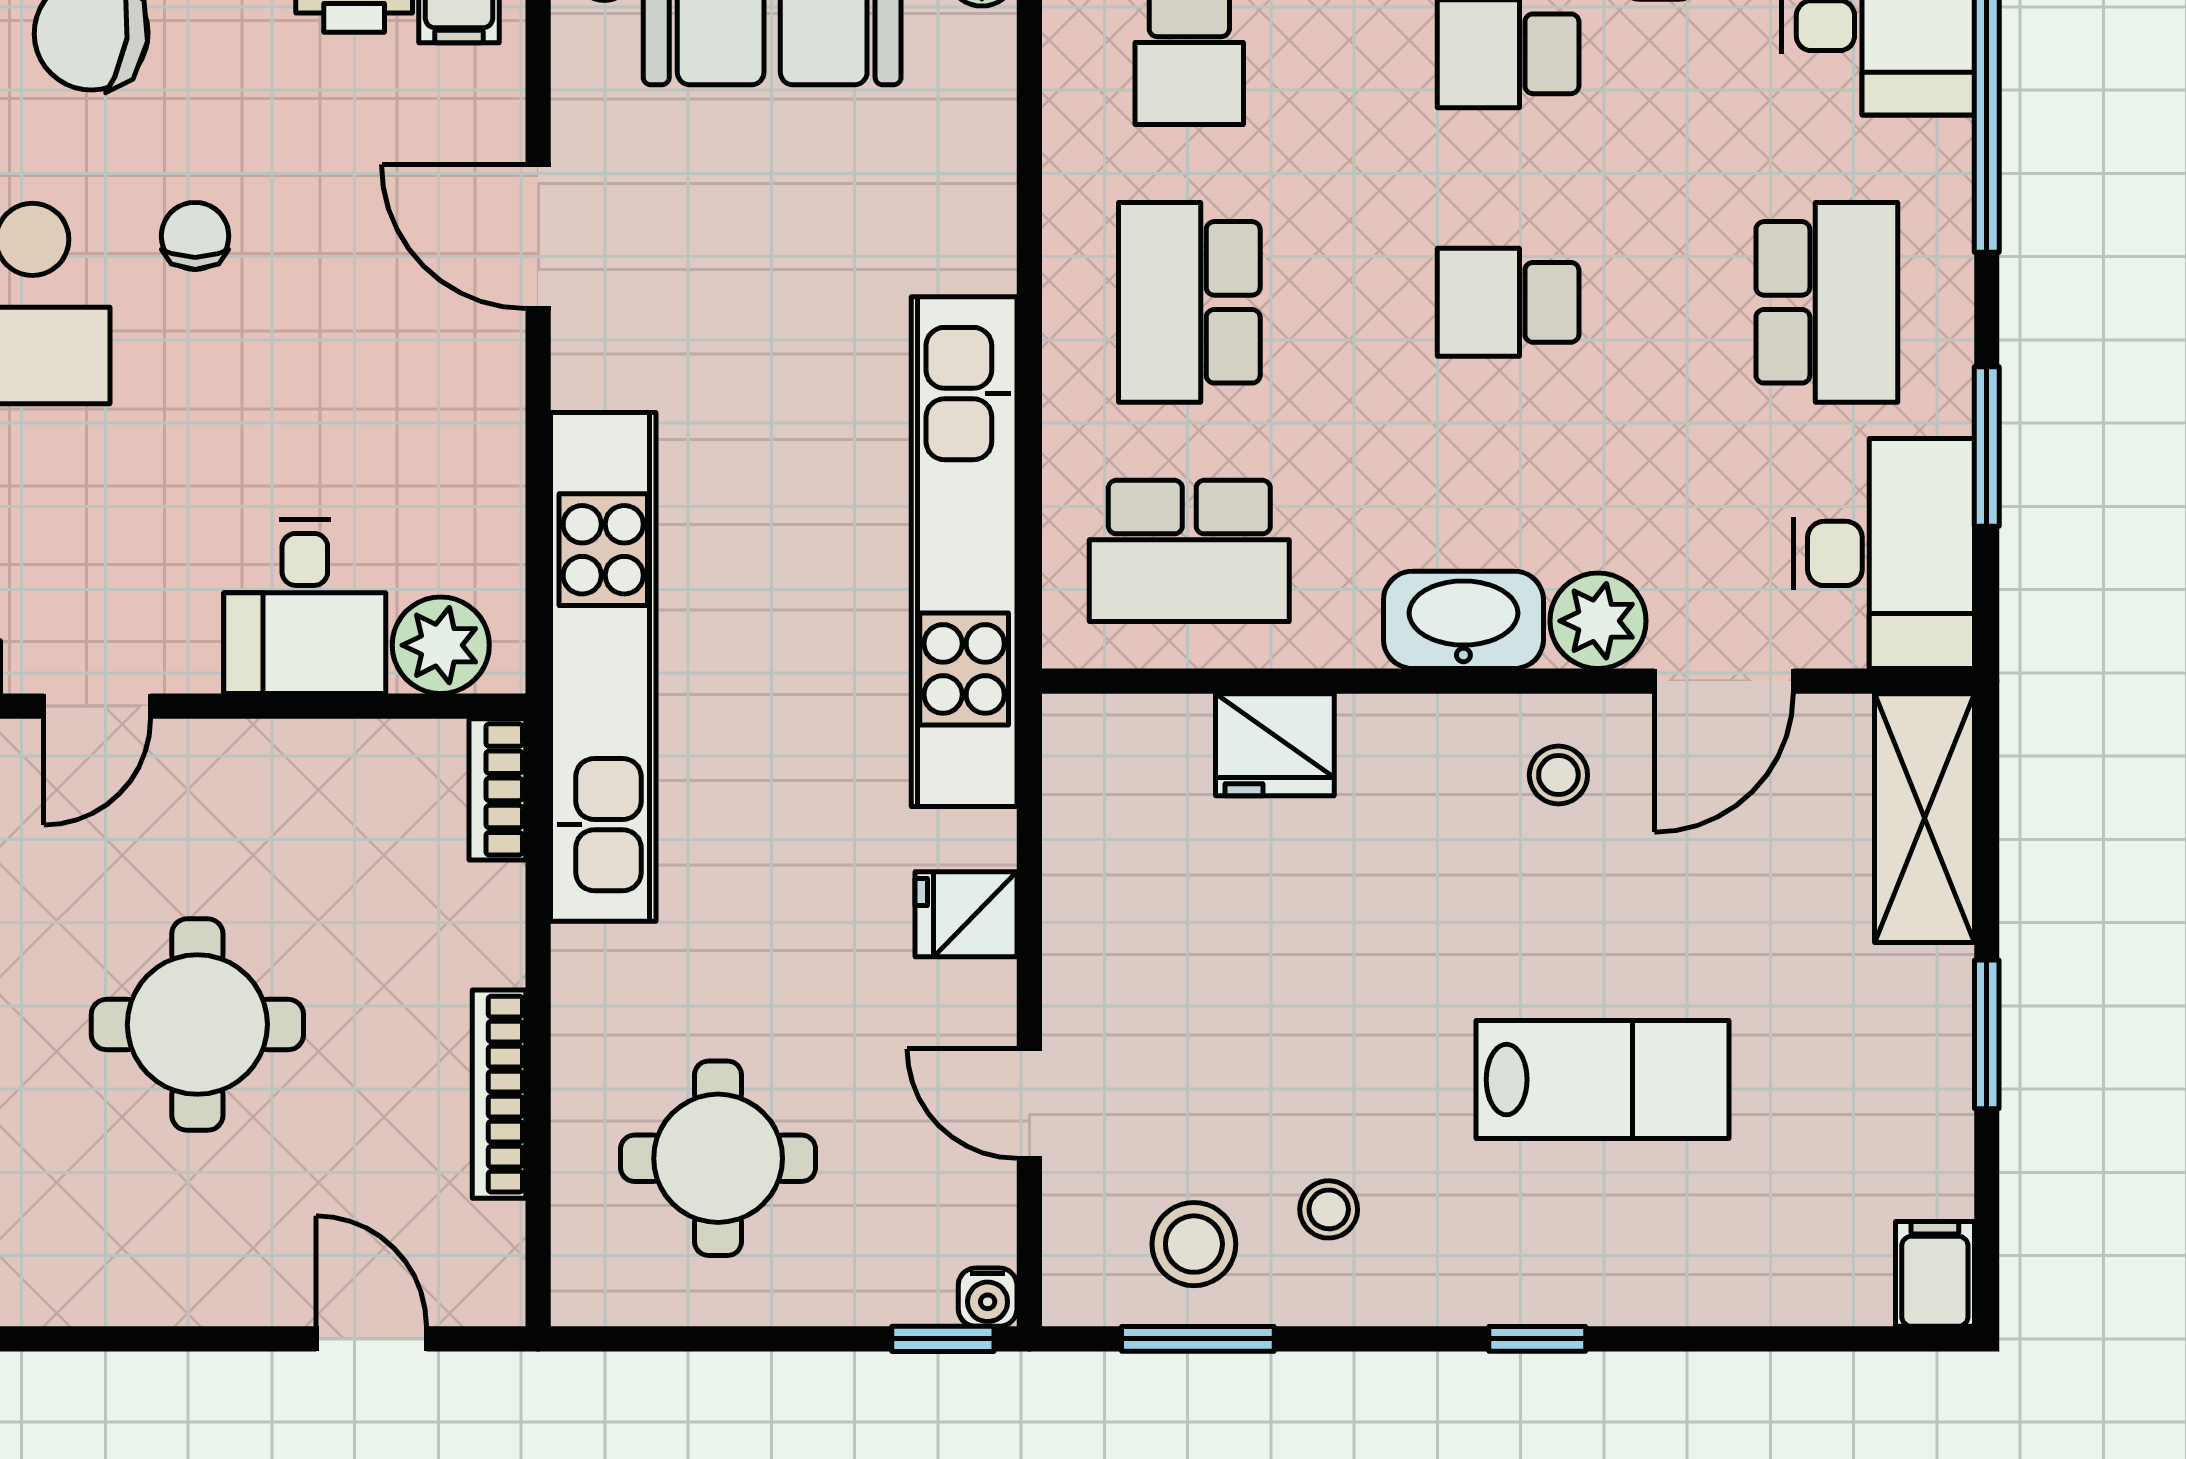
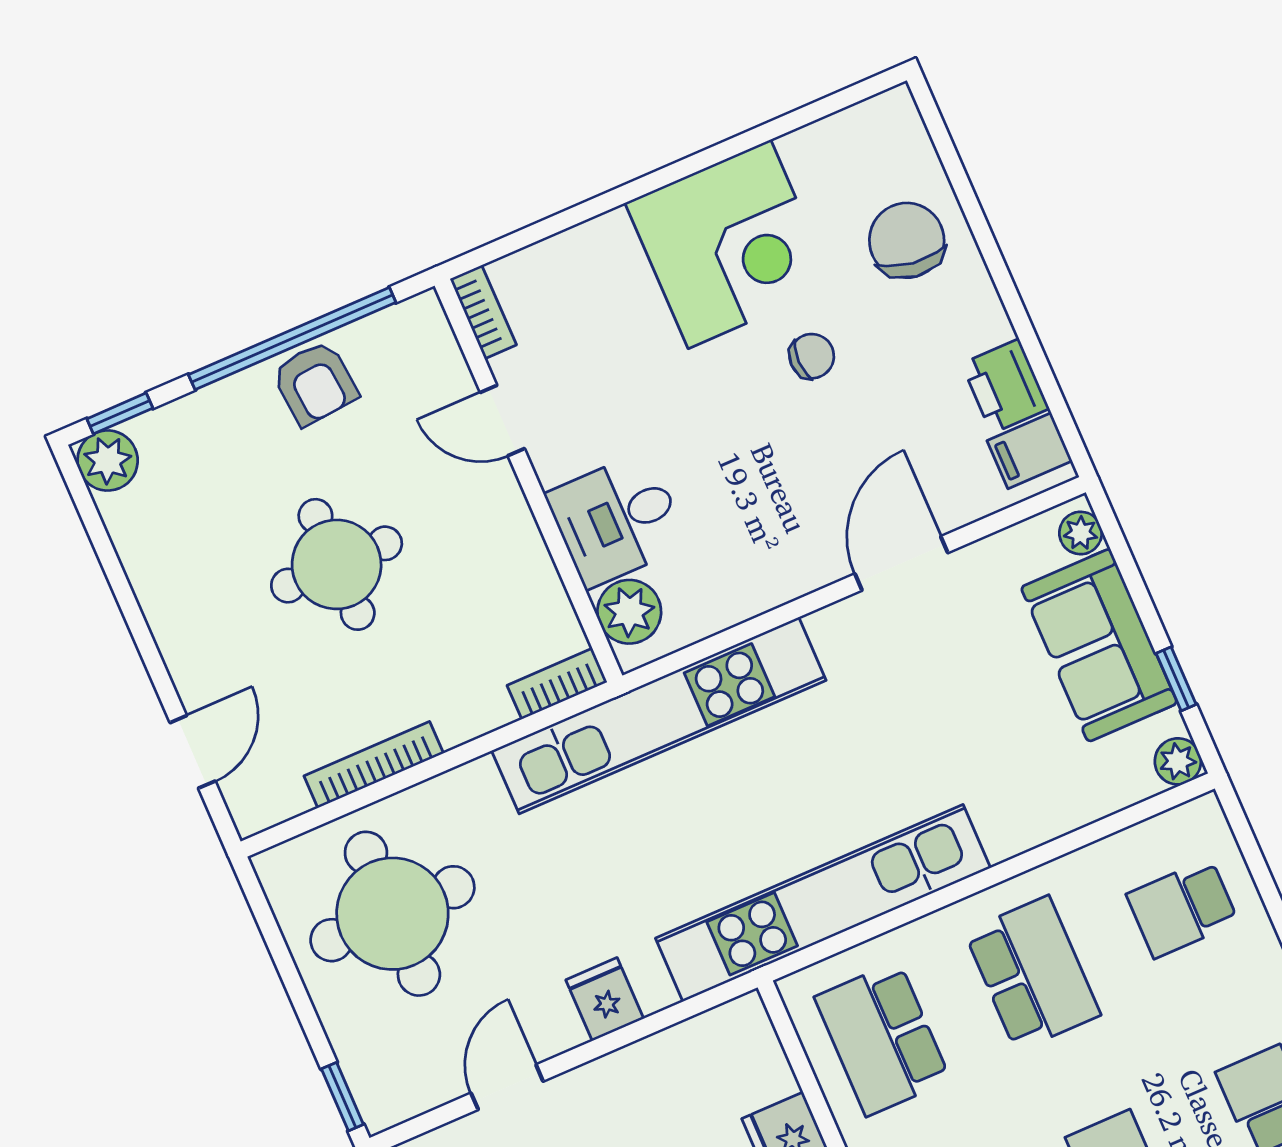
school desk: (1189, 302) -> (1032, 973), turned 90
round table: (718, 1158) -> (392, 914), width x1.36, depth x1.36
water cooler: (988, 1297) -> (379, 1113), removed

